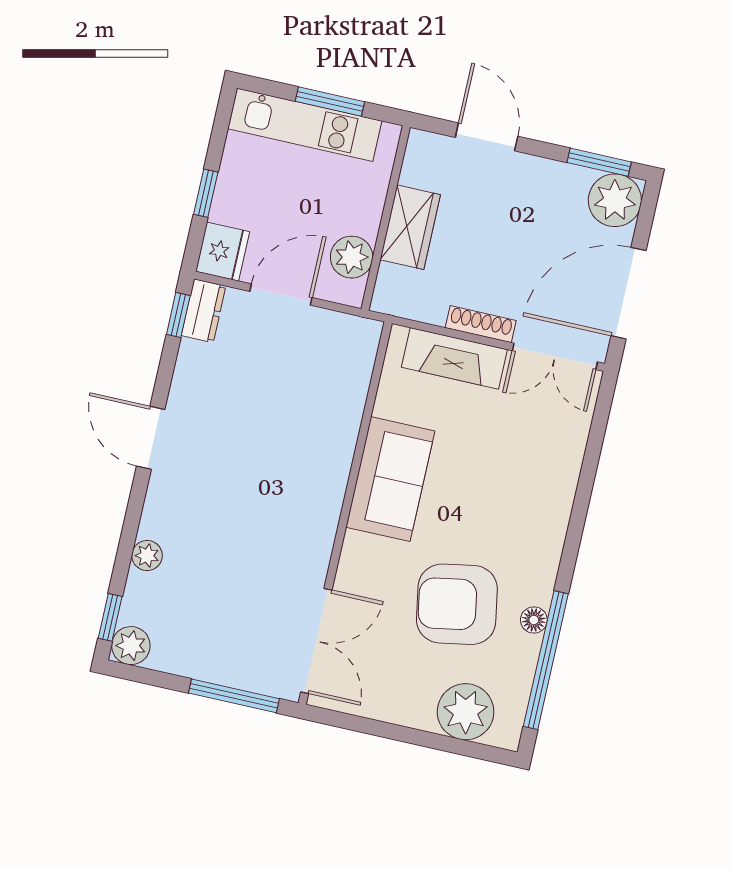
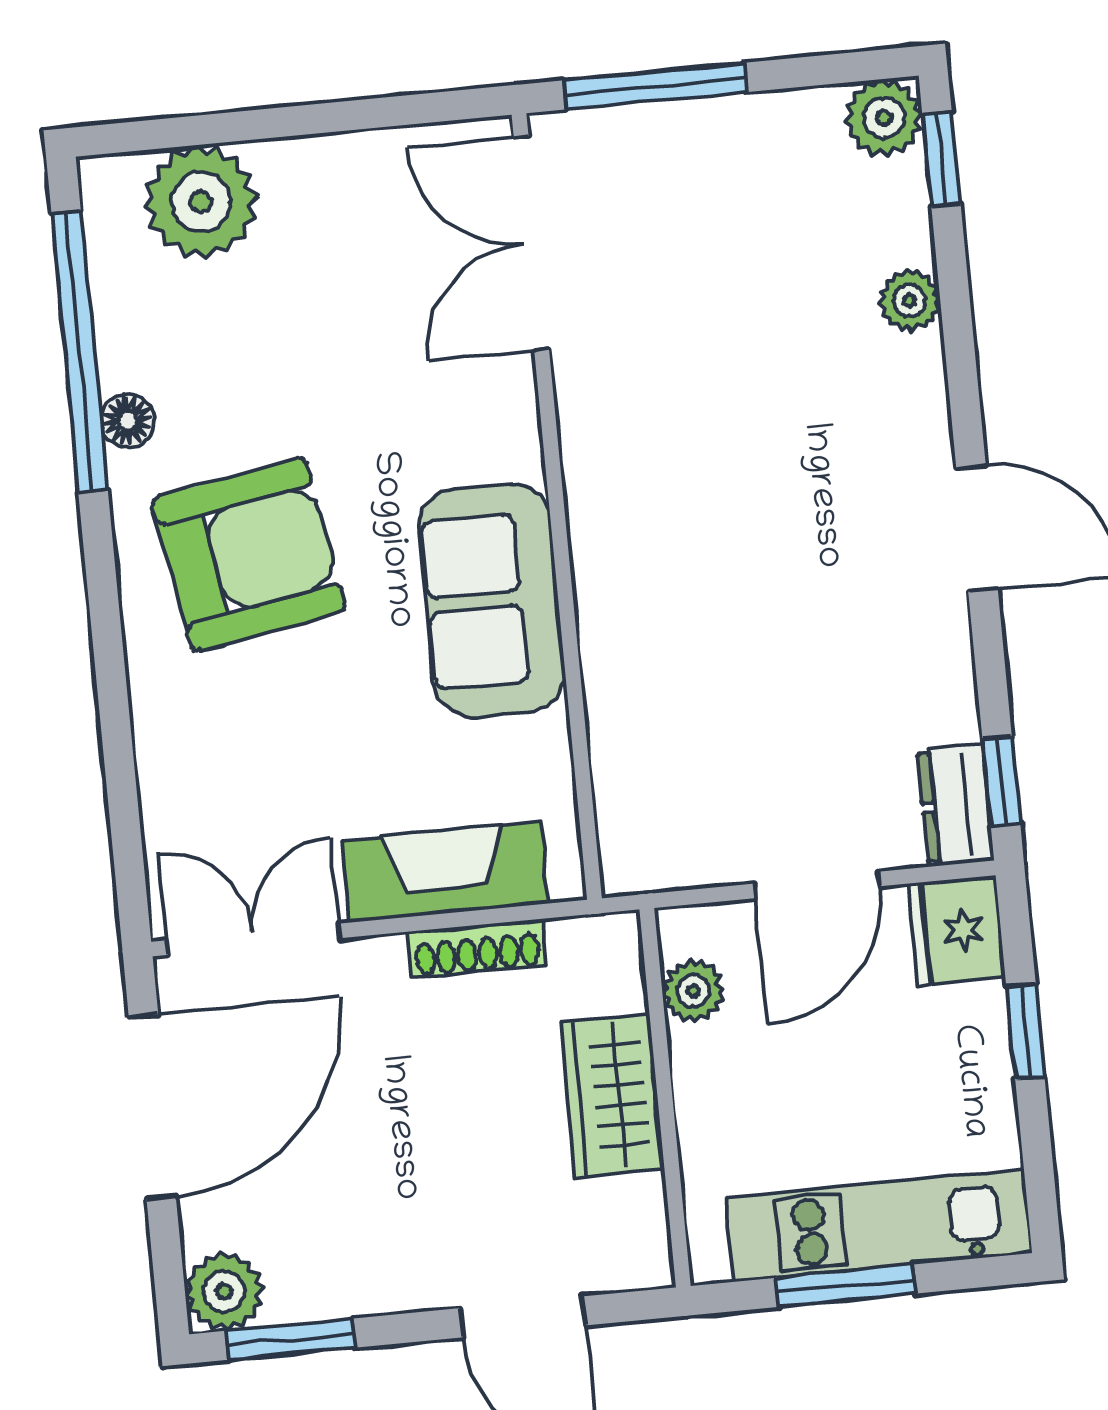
plant: (615, 200) -> (224, 1292), width x0.73, depth x0.73
plant: (352, 257) -> (693, 991), width x0.73, depth x0.73
shoe rack: (481, 324) -> (477, 948), moved
armchair: (457, 604) -> (249, 555), moved

